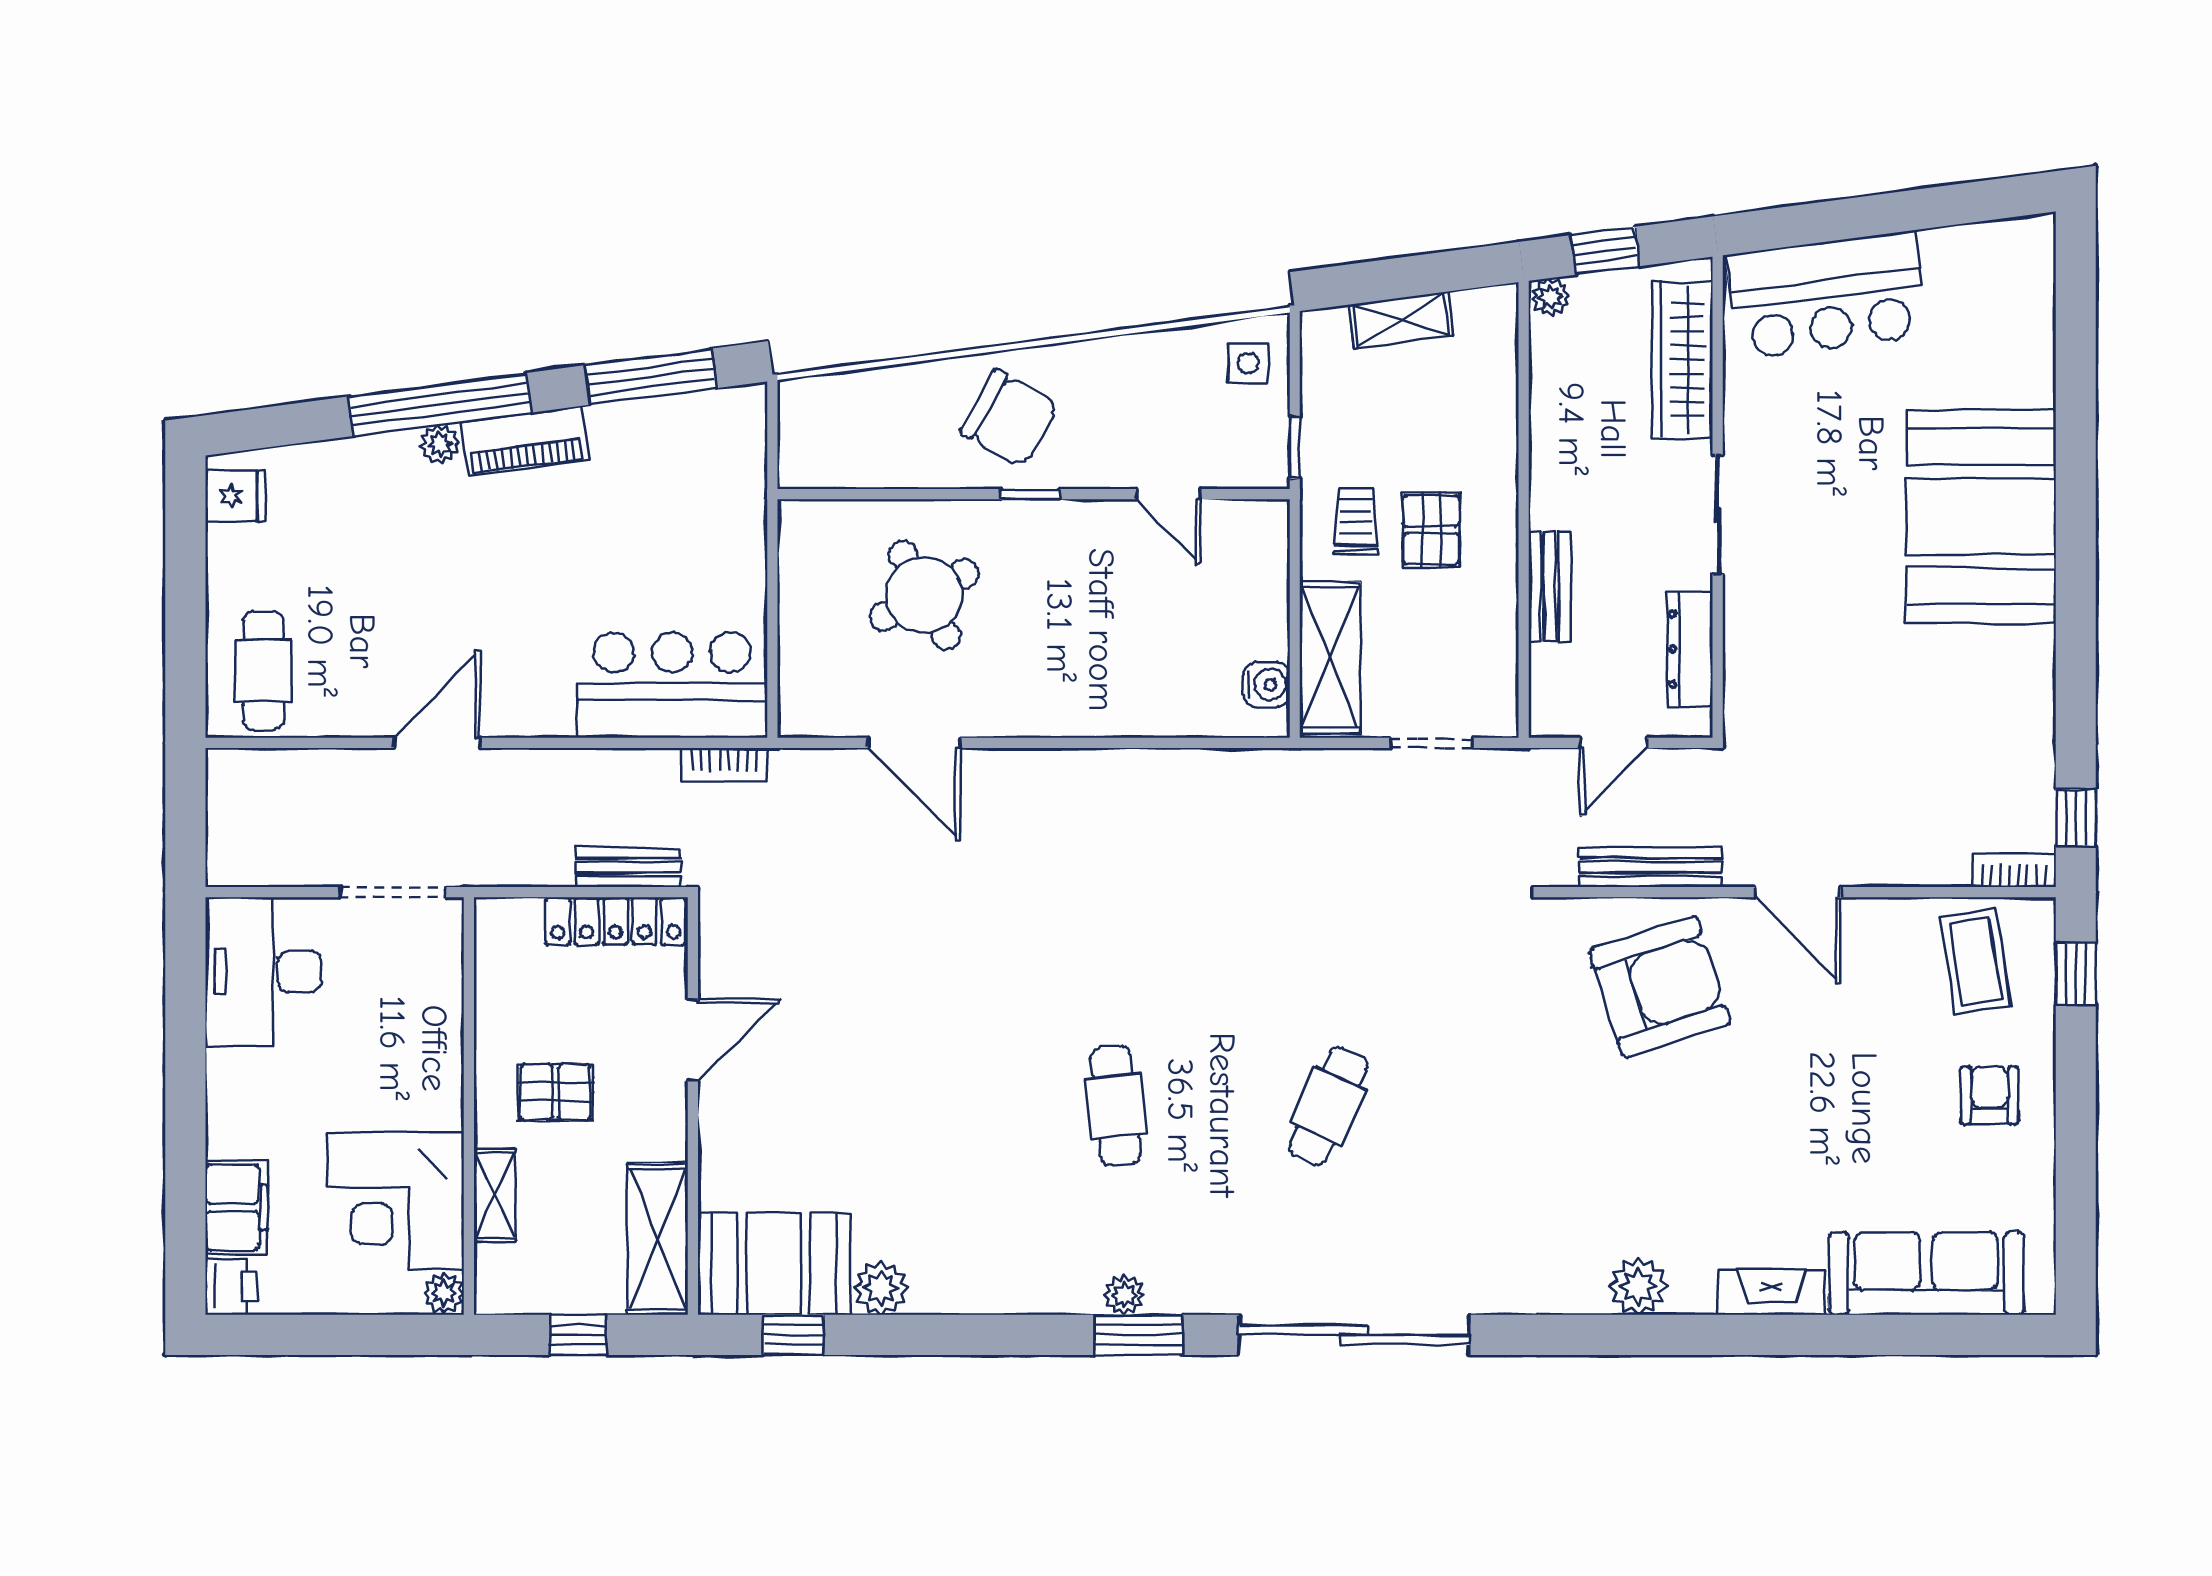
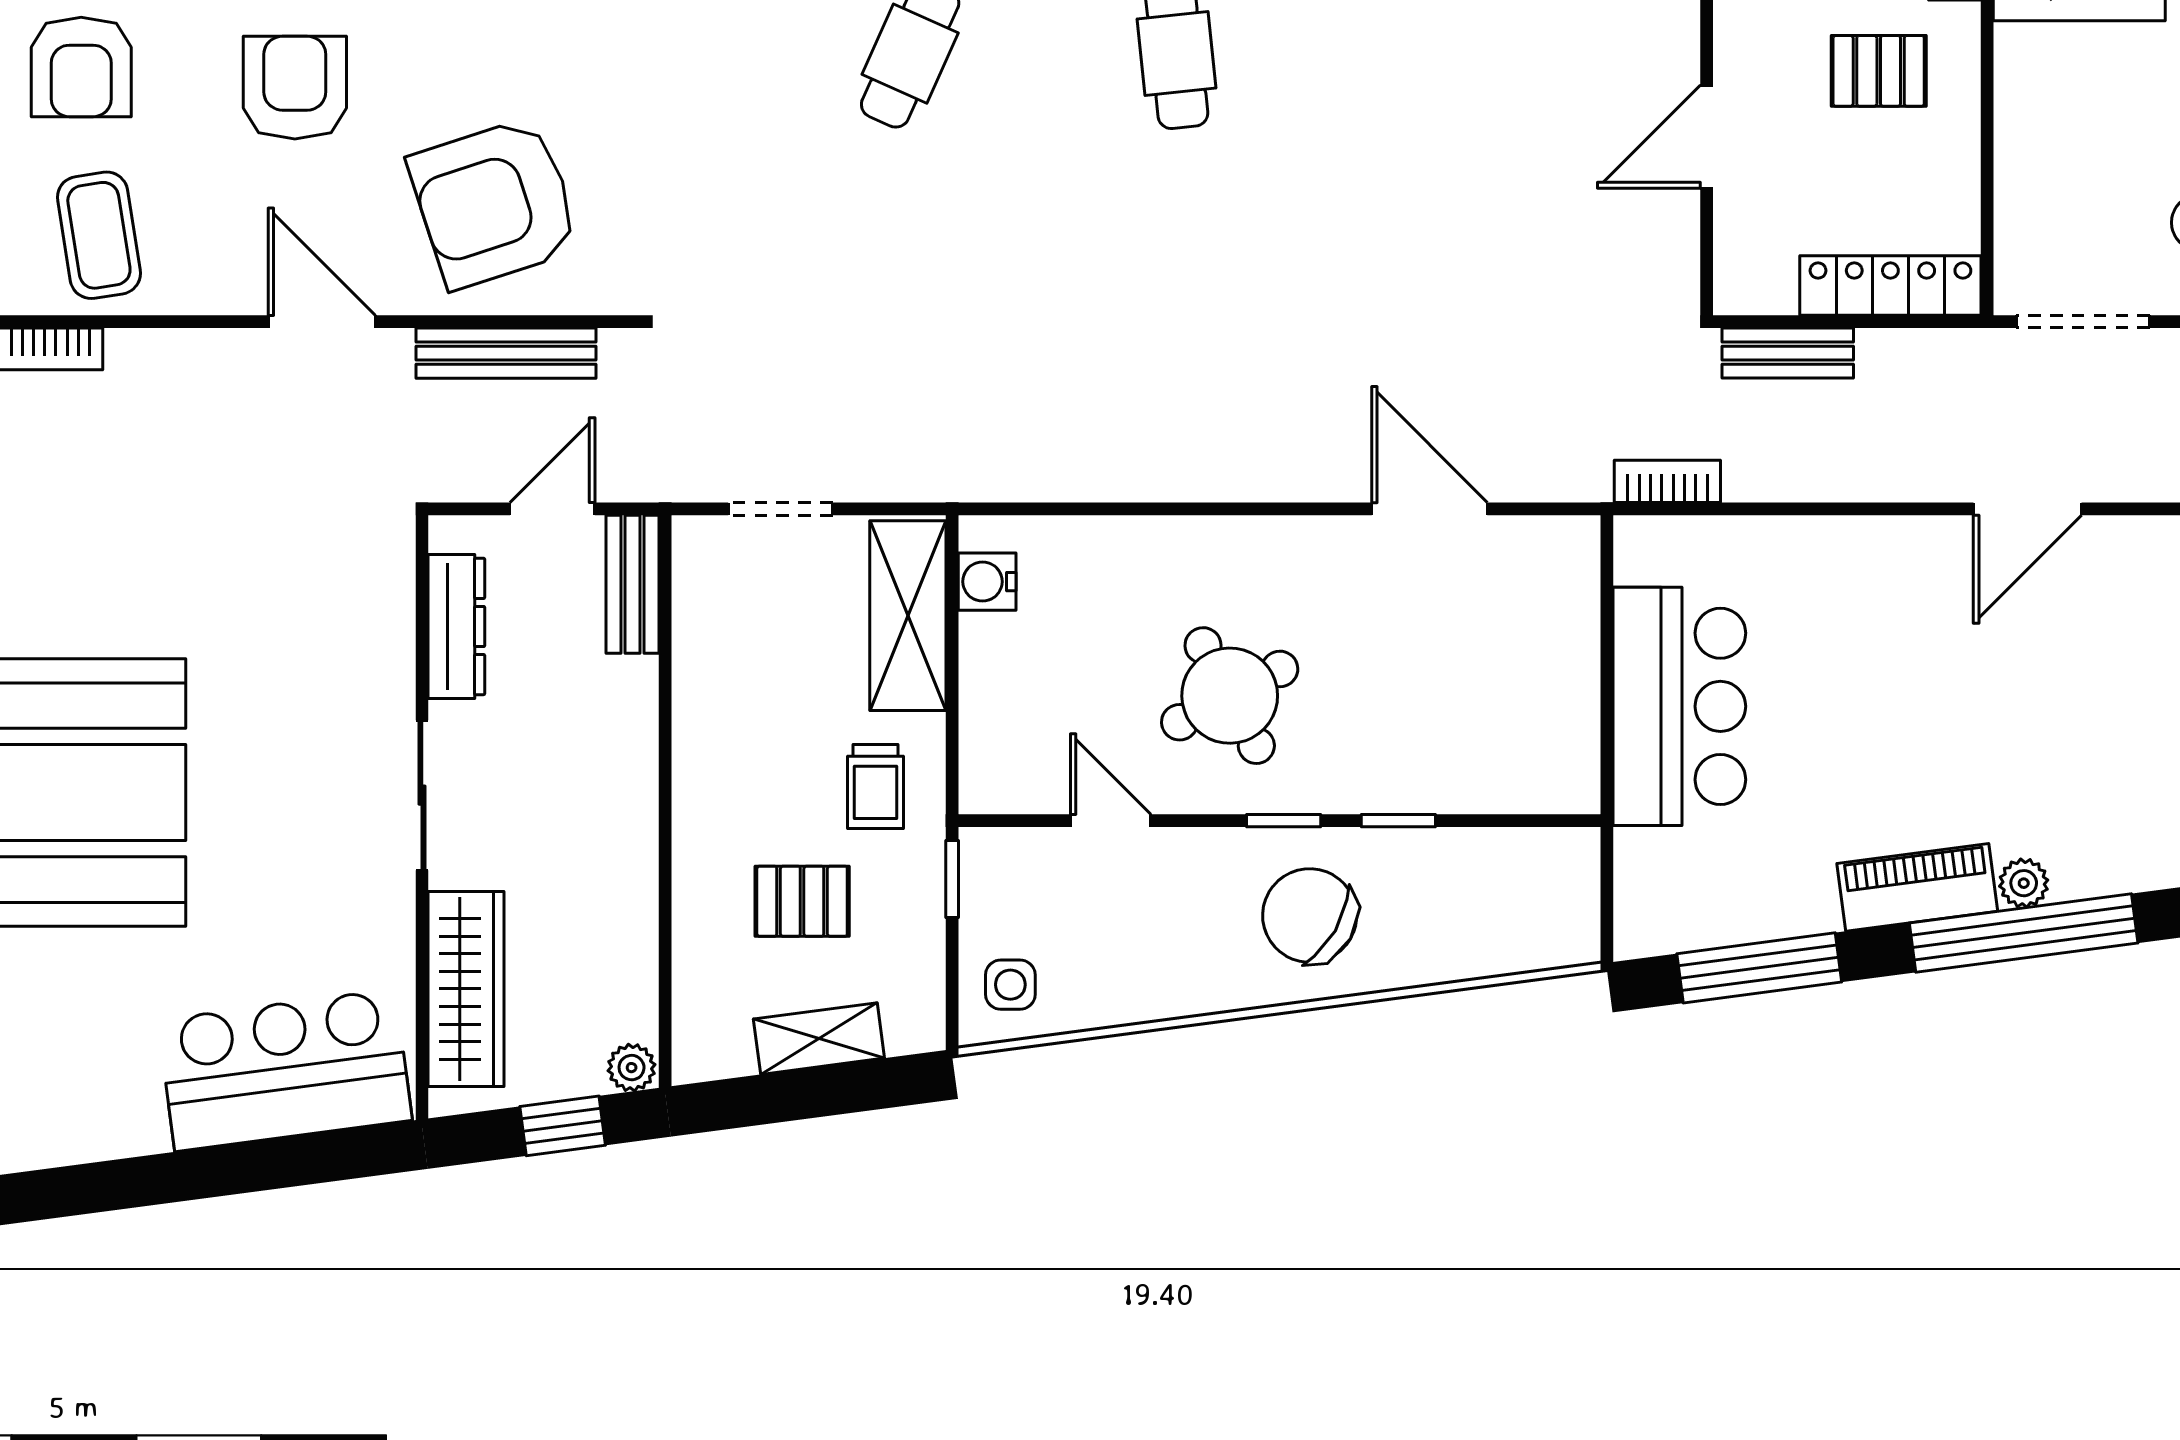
window: (939, 494) -> (1398, 821), added
pallet: (1431, 530) -> (802, 901), moved, turned 90
bench: (1550, 586) -> (633, 584), moved
round table: (924, 595) -> (1230, 696), moved
bar counter: (672, 685) -> (1679, 706), moved, turned -90
locker: (616, 921) -> (1890, 286), moved
armchair: (1819, 1079) -> (295, 88), added
armchair: (1989, 1095) -> (81, 67), width x1.38, depth x1.38

